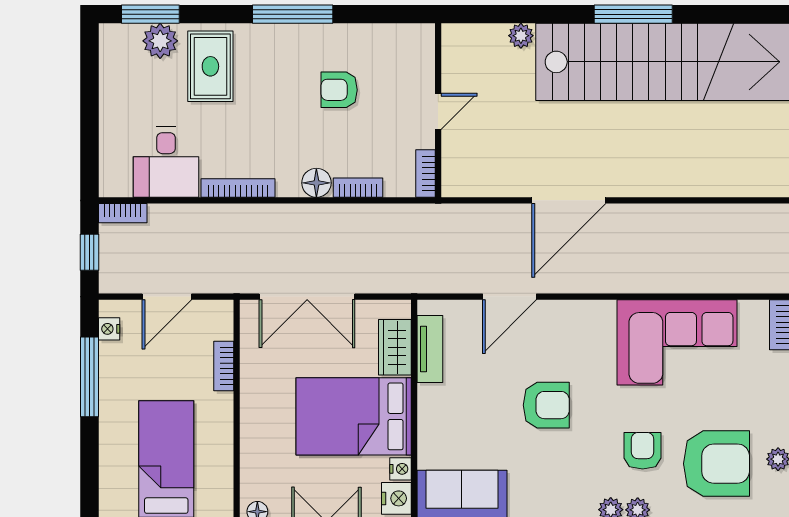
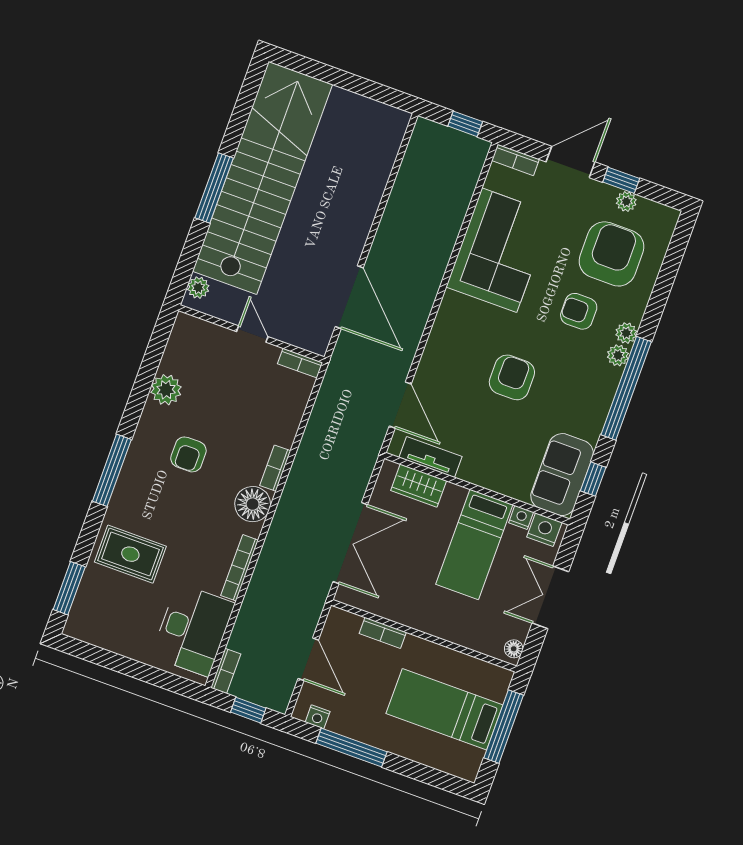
plant: (160, 41) -> (166, 390), moved
wall: (438, 110) -> (251, 334), moved
door: (438, 111) -> (252, 334), moved
desk: (166, 162) -> (193, 630), width x1.37
bookcase: (426, 174) -> (300, 363), moved
floor lamp: (316, 183) -> (253, 504), width x1.38, depth x1.38
door: (509, 297) -> (400, 405), moved
bed: (354, 416) -> (474, 544), width x0.67

